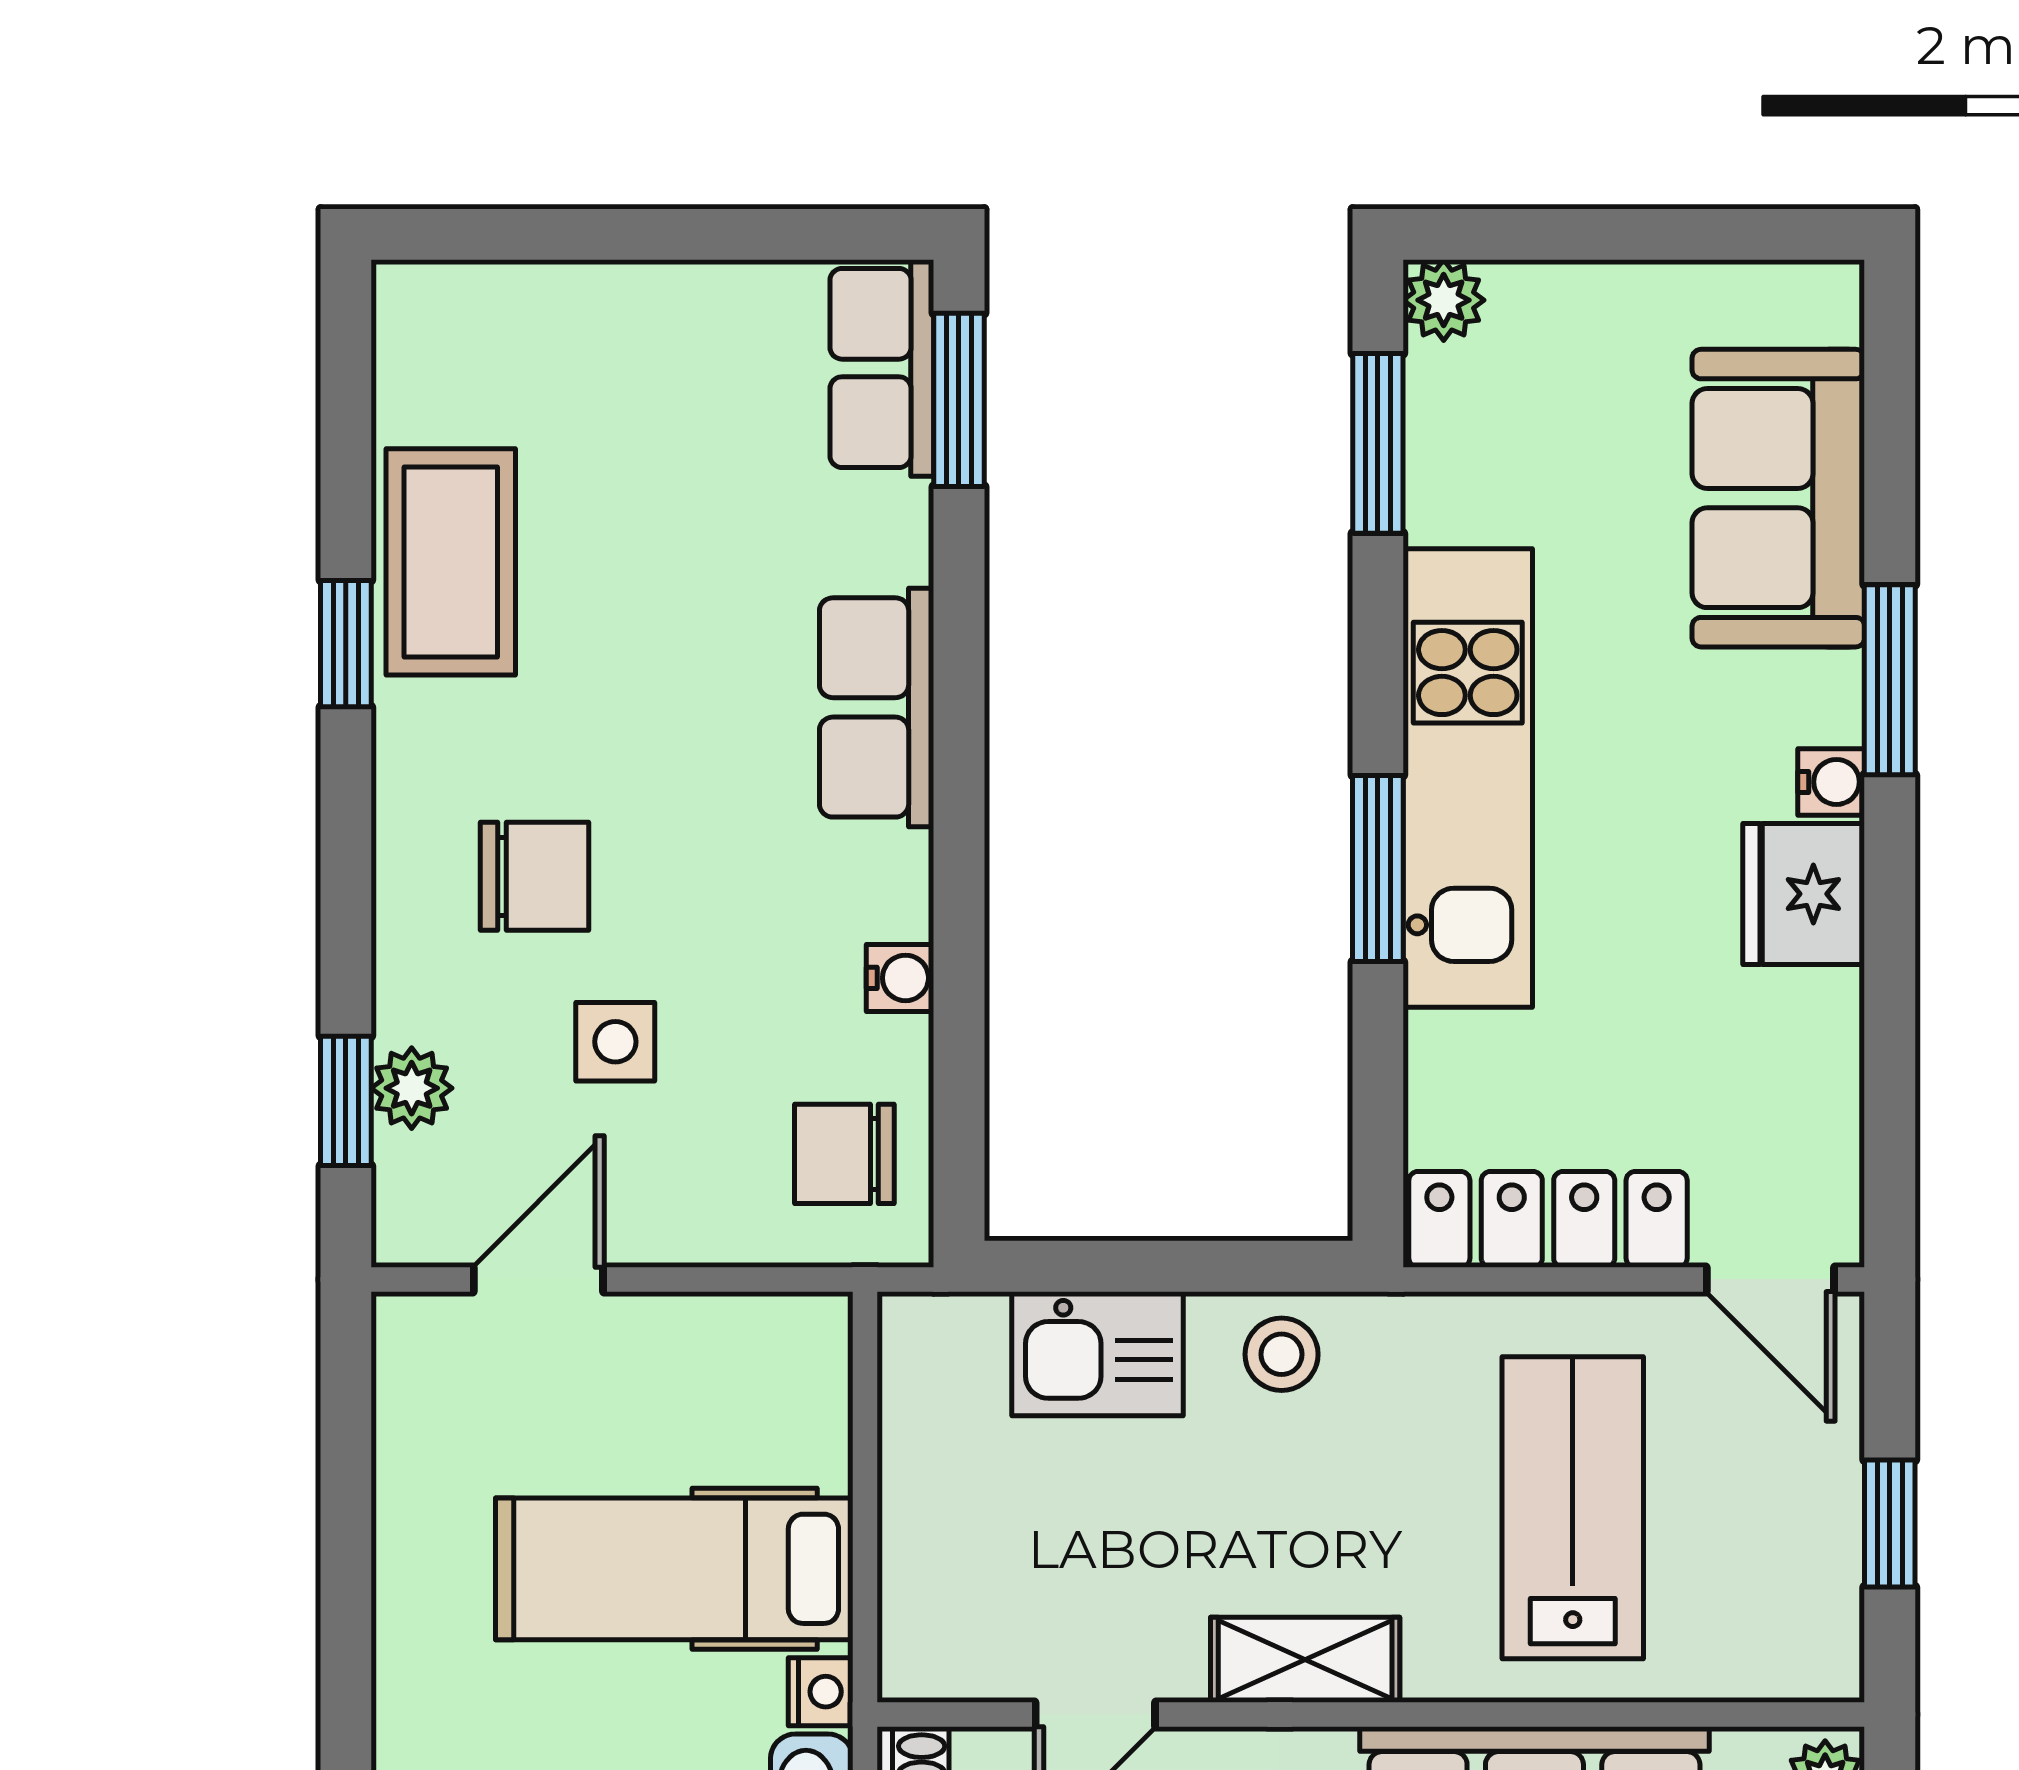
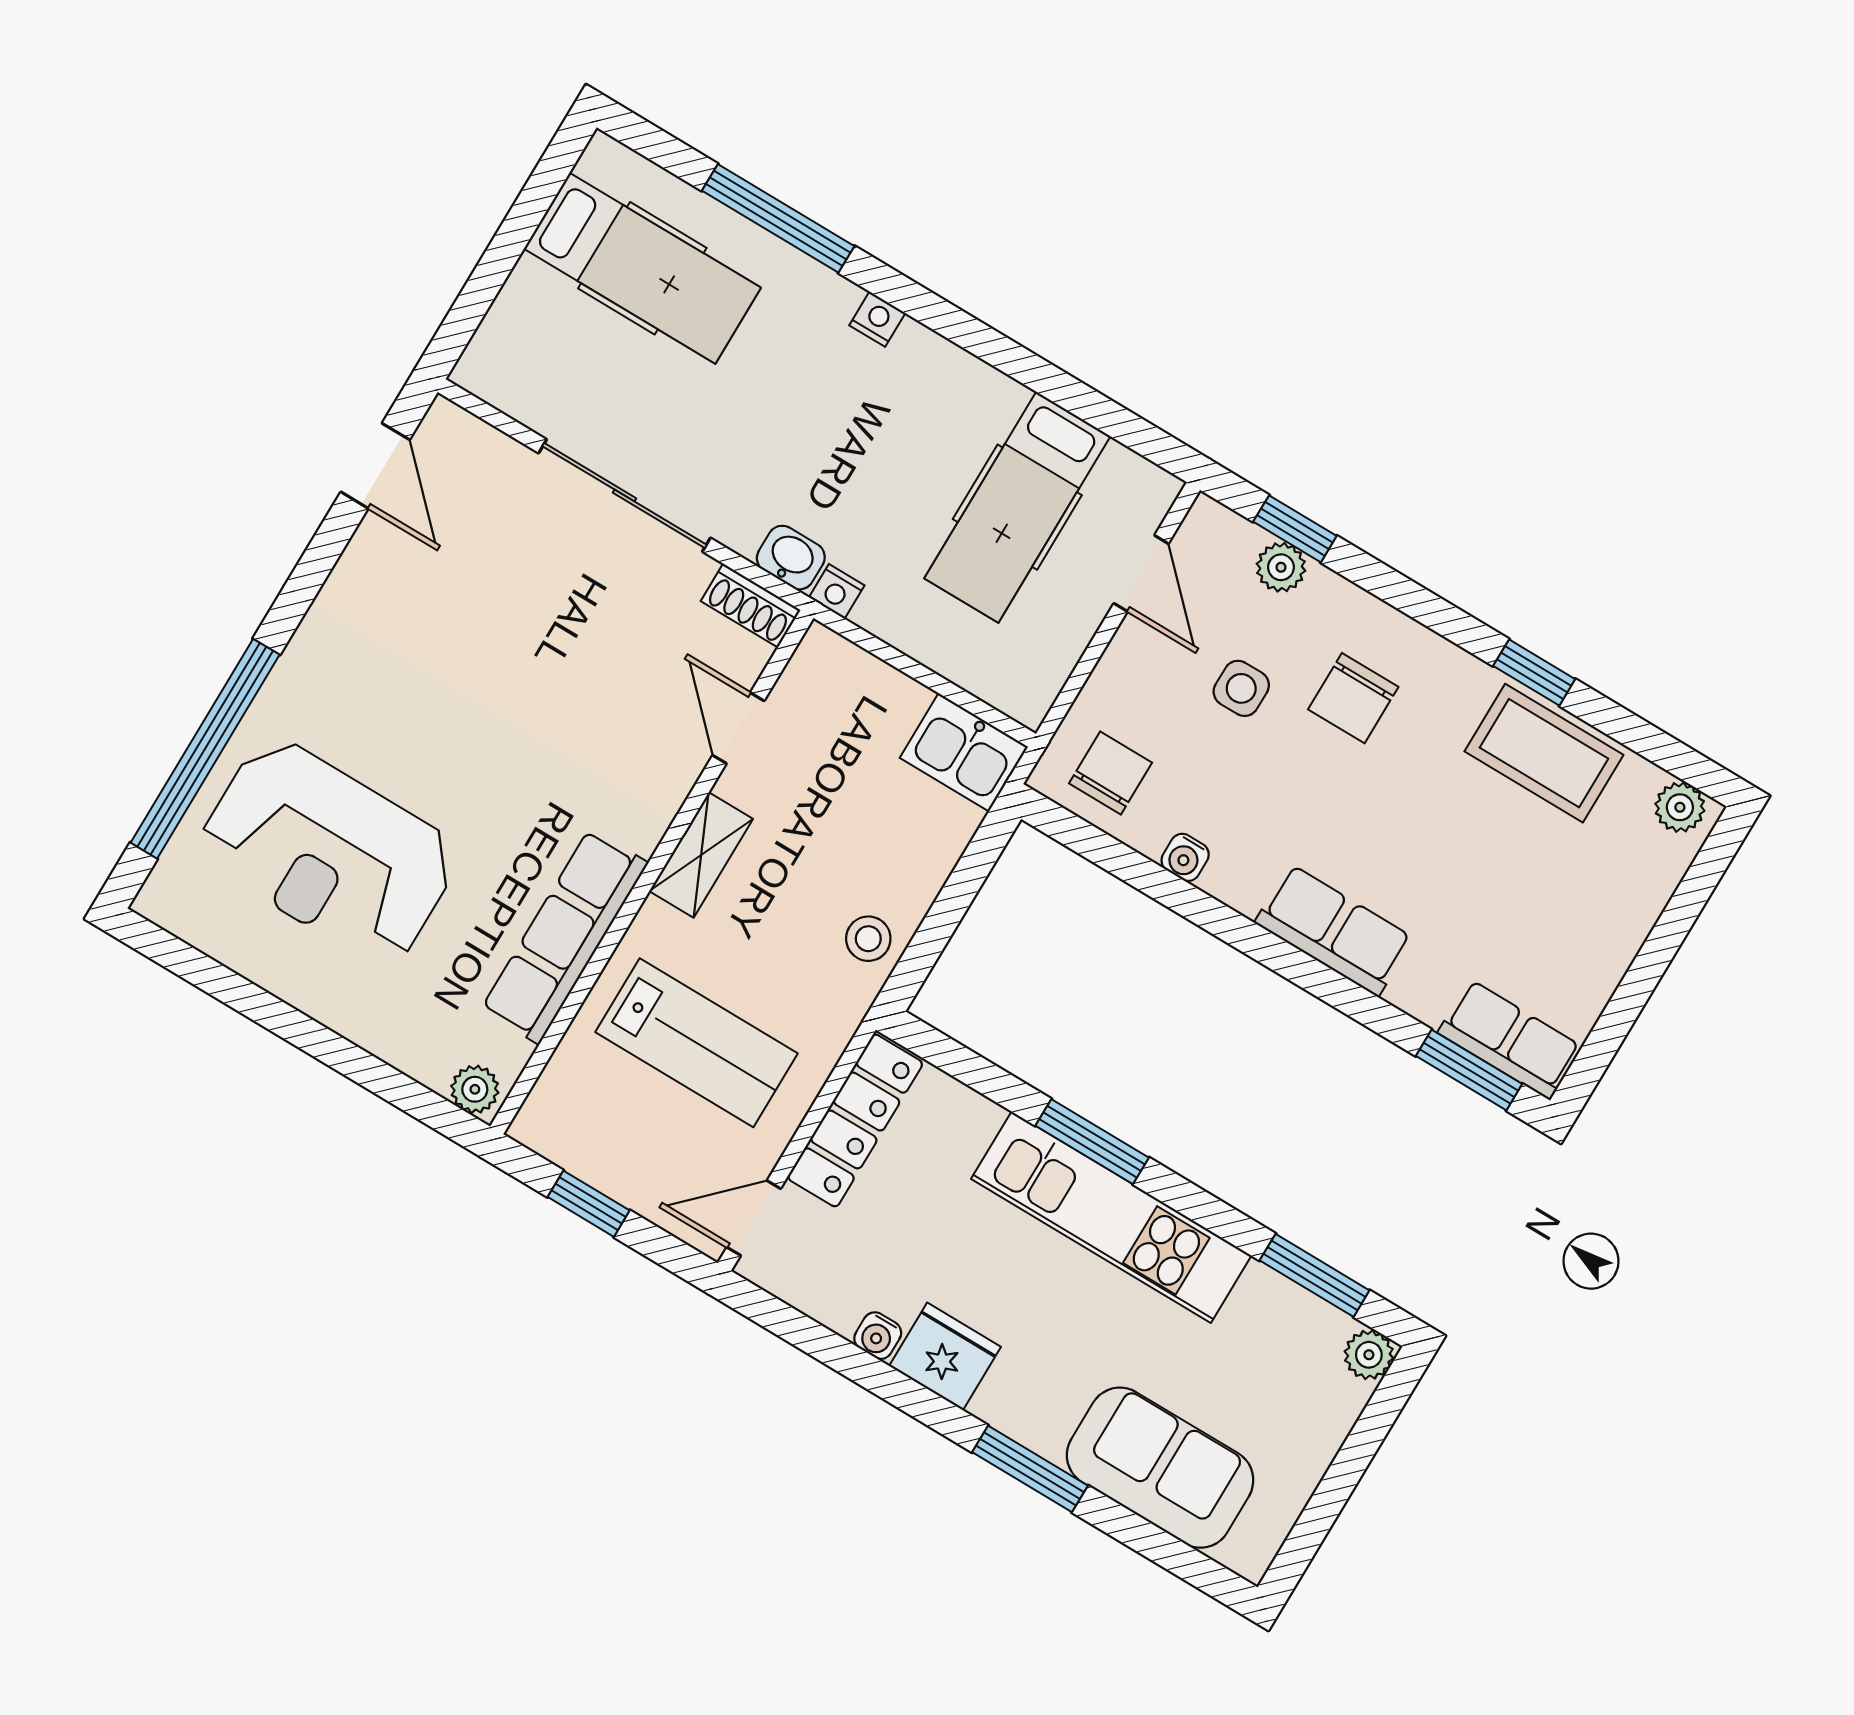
plant: (412, 325) -> (1680, 807), added
water cooler: (1831, 782) -> (878, 1336), moved
kitchen sink: (1098, 1354) -> (964, 752), moved, turned -90
hospital bed: (674, 1569) -> (1017, 507), moved, turned 180

